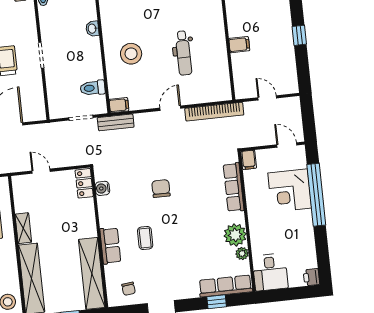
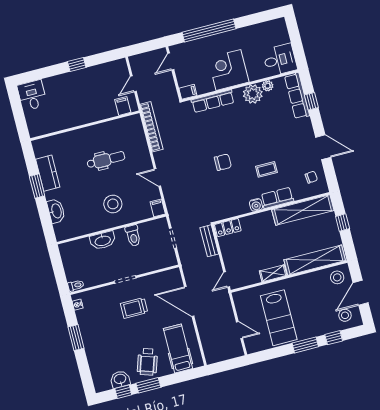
washbasin: (92, 29) -> (103, 240), width x1.91, depth x1.45
filing cabinet: (239, 45) -> (123, 106), moved
toilet: (93, 88) -> (133, 236), moved
door: (170, 108) -> (157, 178), moved
bench: (116, 122) -> (209, 241), moved
door: (41, 171) -> (227, 279), moved
water cooler: (102, 188) -> (256, 205), moved
chair: (161, 189) -> (223, 162), turned 180
corner desk: (290, 190) -> (228, 70), moved, turned 180
printer: (311, 277) -> (279, 24), removed

